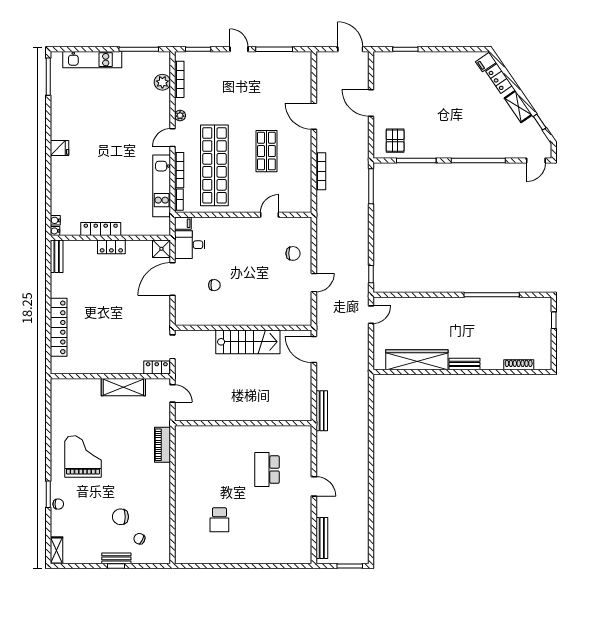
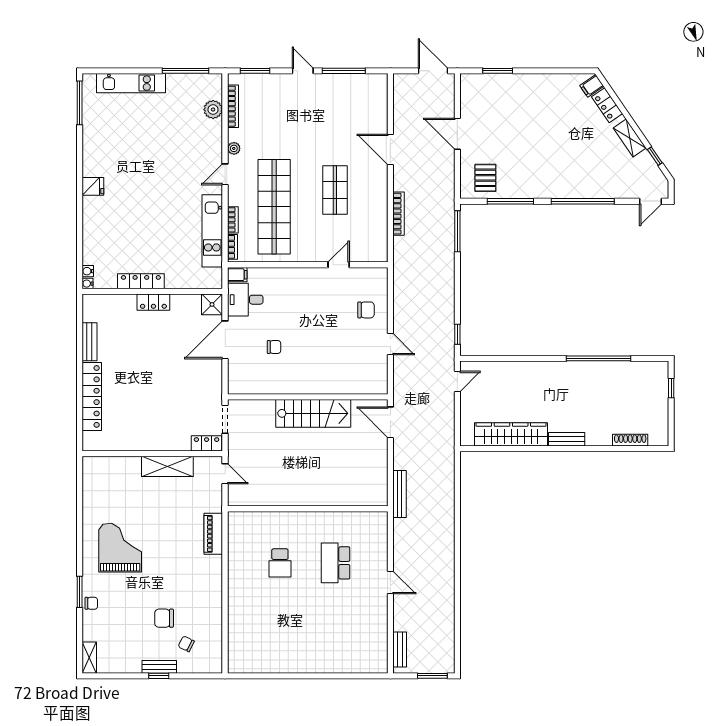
bookcase: (179, 170) -> (233, 220), width x0.64
bench: (57, 256) -> (89, 342), moved
door: (314, 283) -> (390, 344), hinge flipped
school desk: (219, 520) -> (280, 563), moved
bench: (322, 538) -> (400, 650), width x0.73

